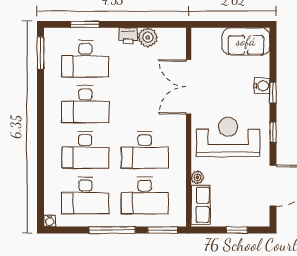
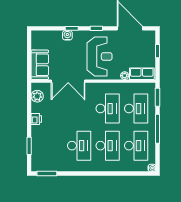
plant: (148, 37) -> (37, 96), moved
sofa: (246, 41) -> (40, 65), moved
desk: (85, 59) -> (51, 146), removed
reception desk: (228, 137) -> (100, 56), turned 180

